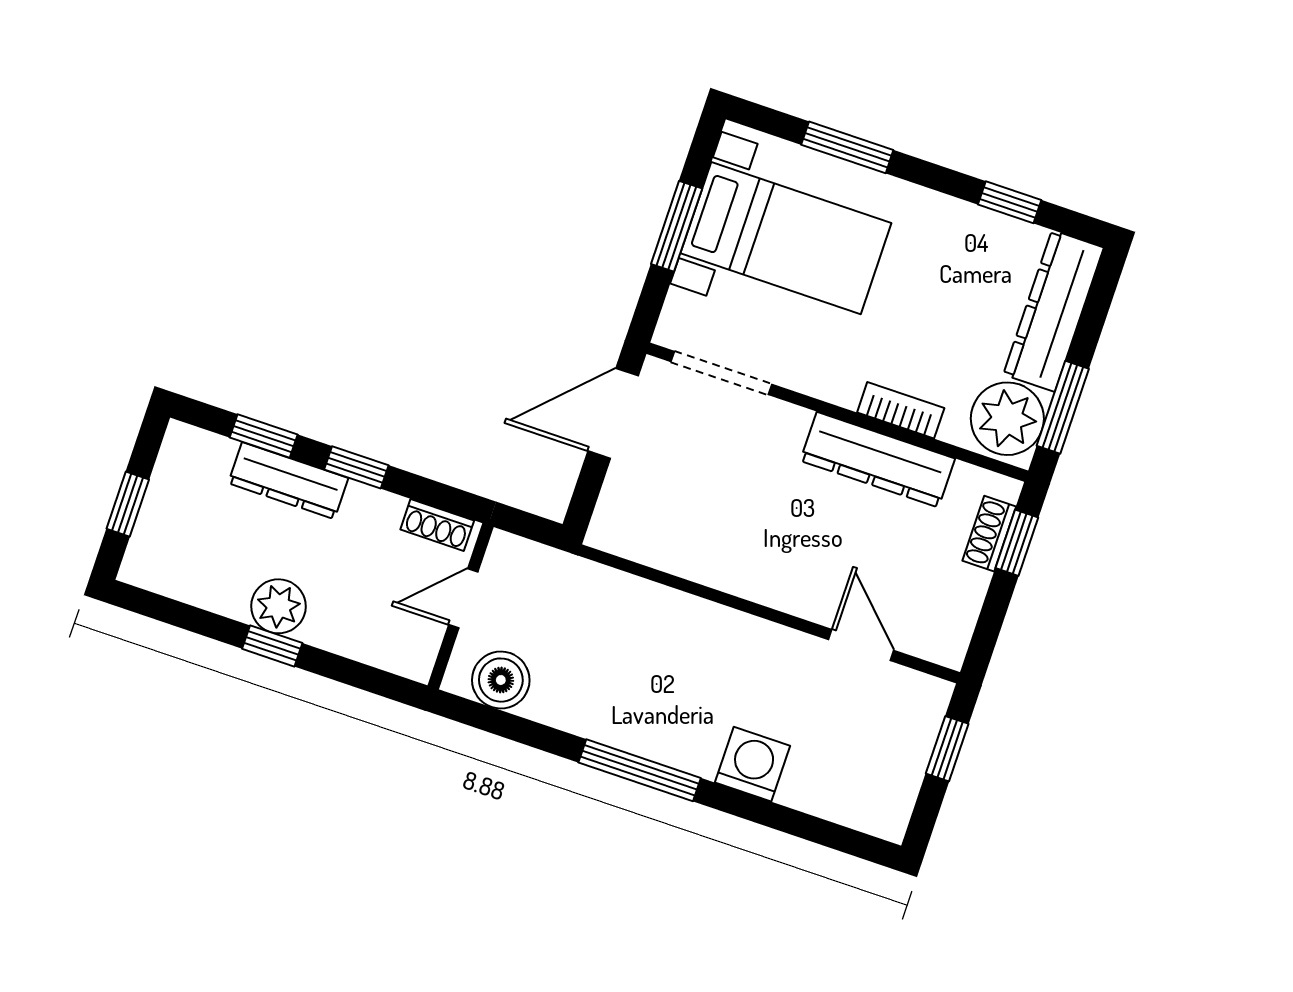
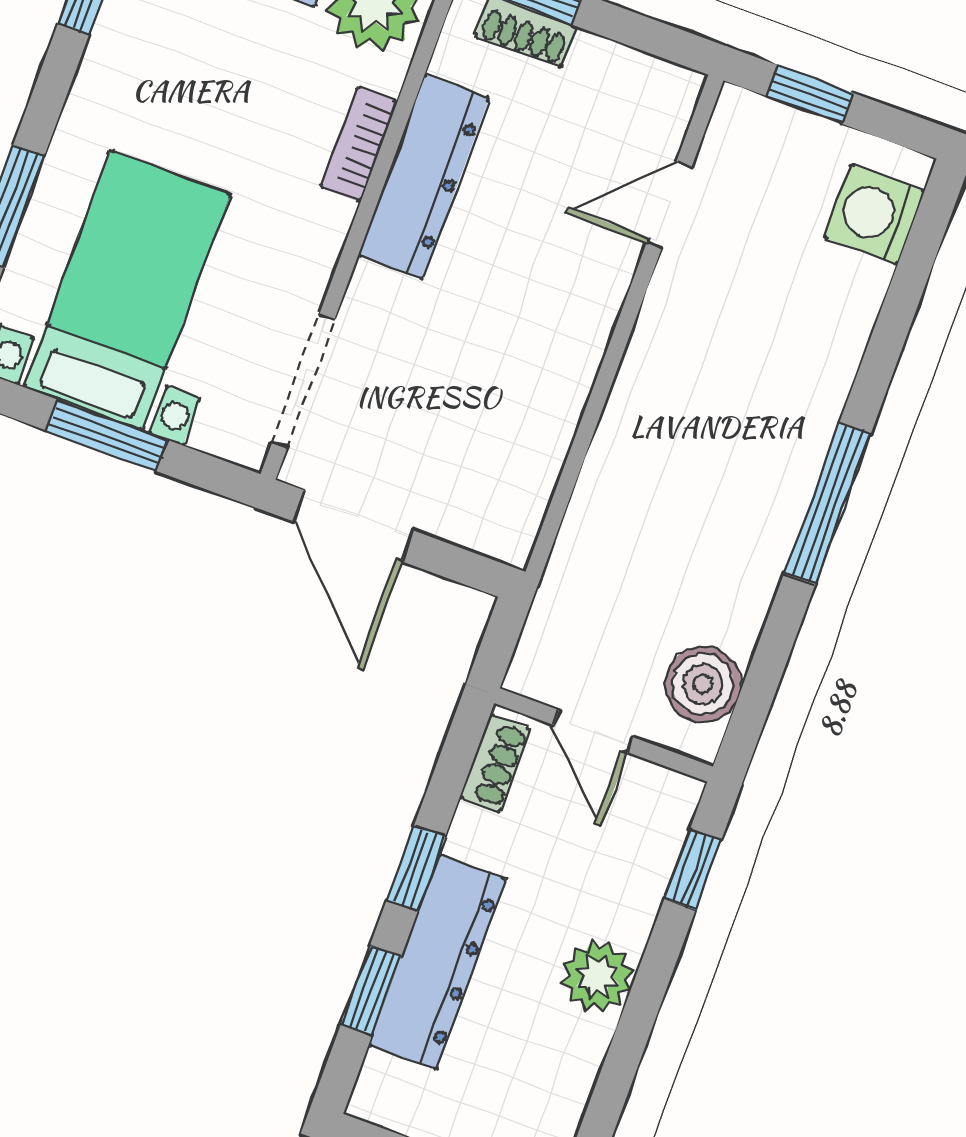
dresser: (288, 481) -> (438, 962), width x1.37, depth x1.24
window: (272, 646) -> (693, 870), moved
washing machine: (753, 764) -> (874, 214), moved

